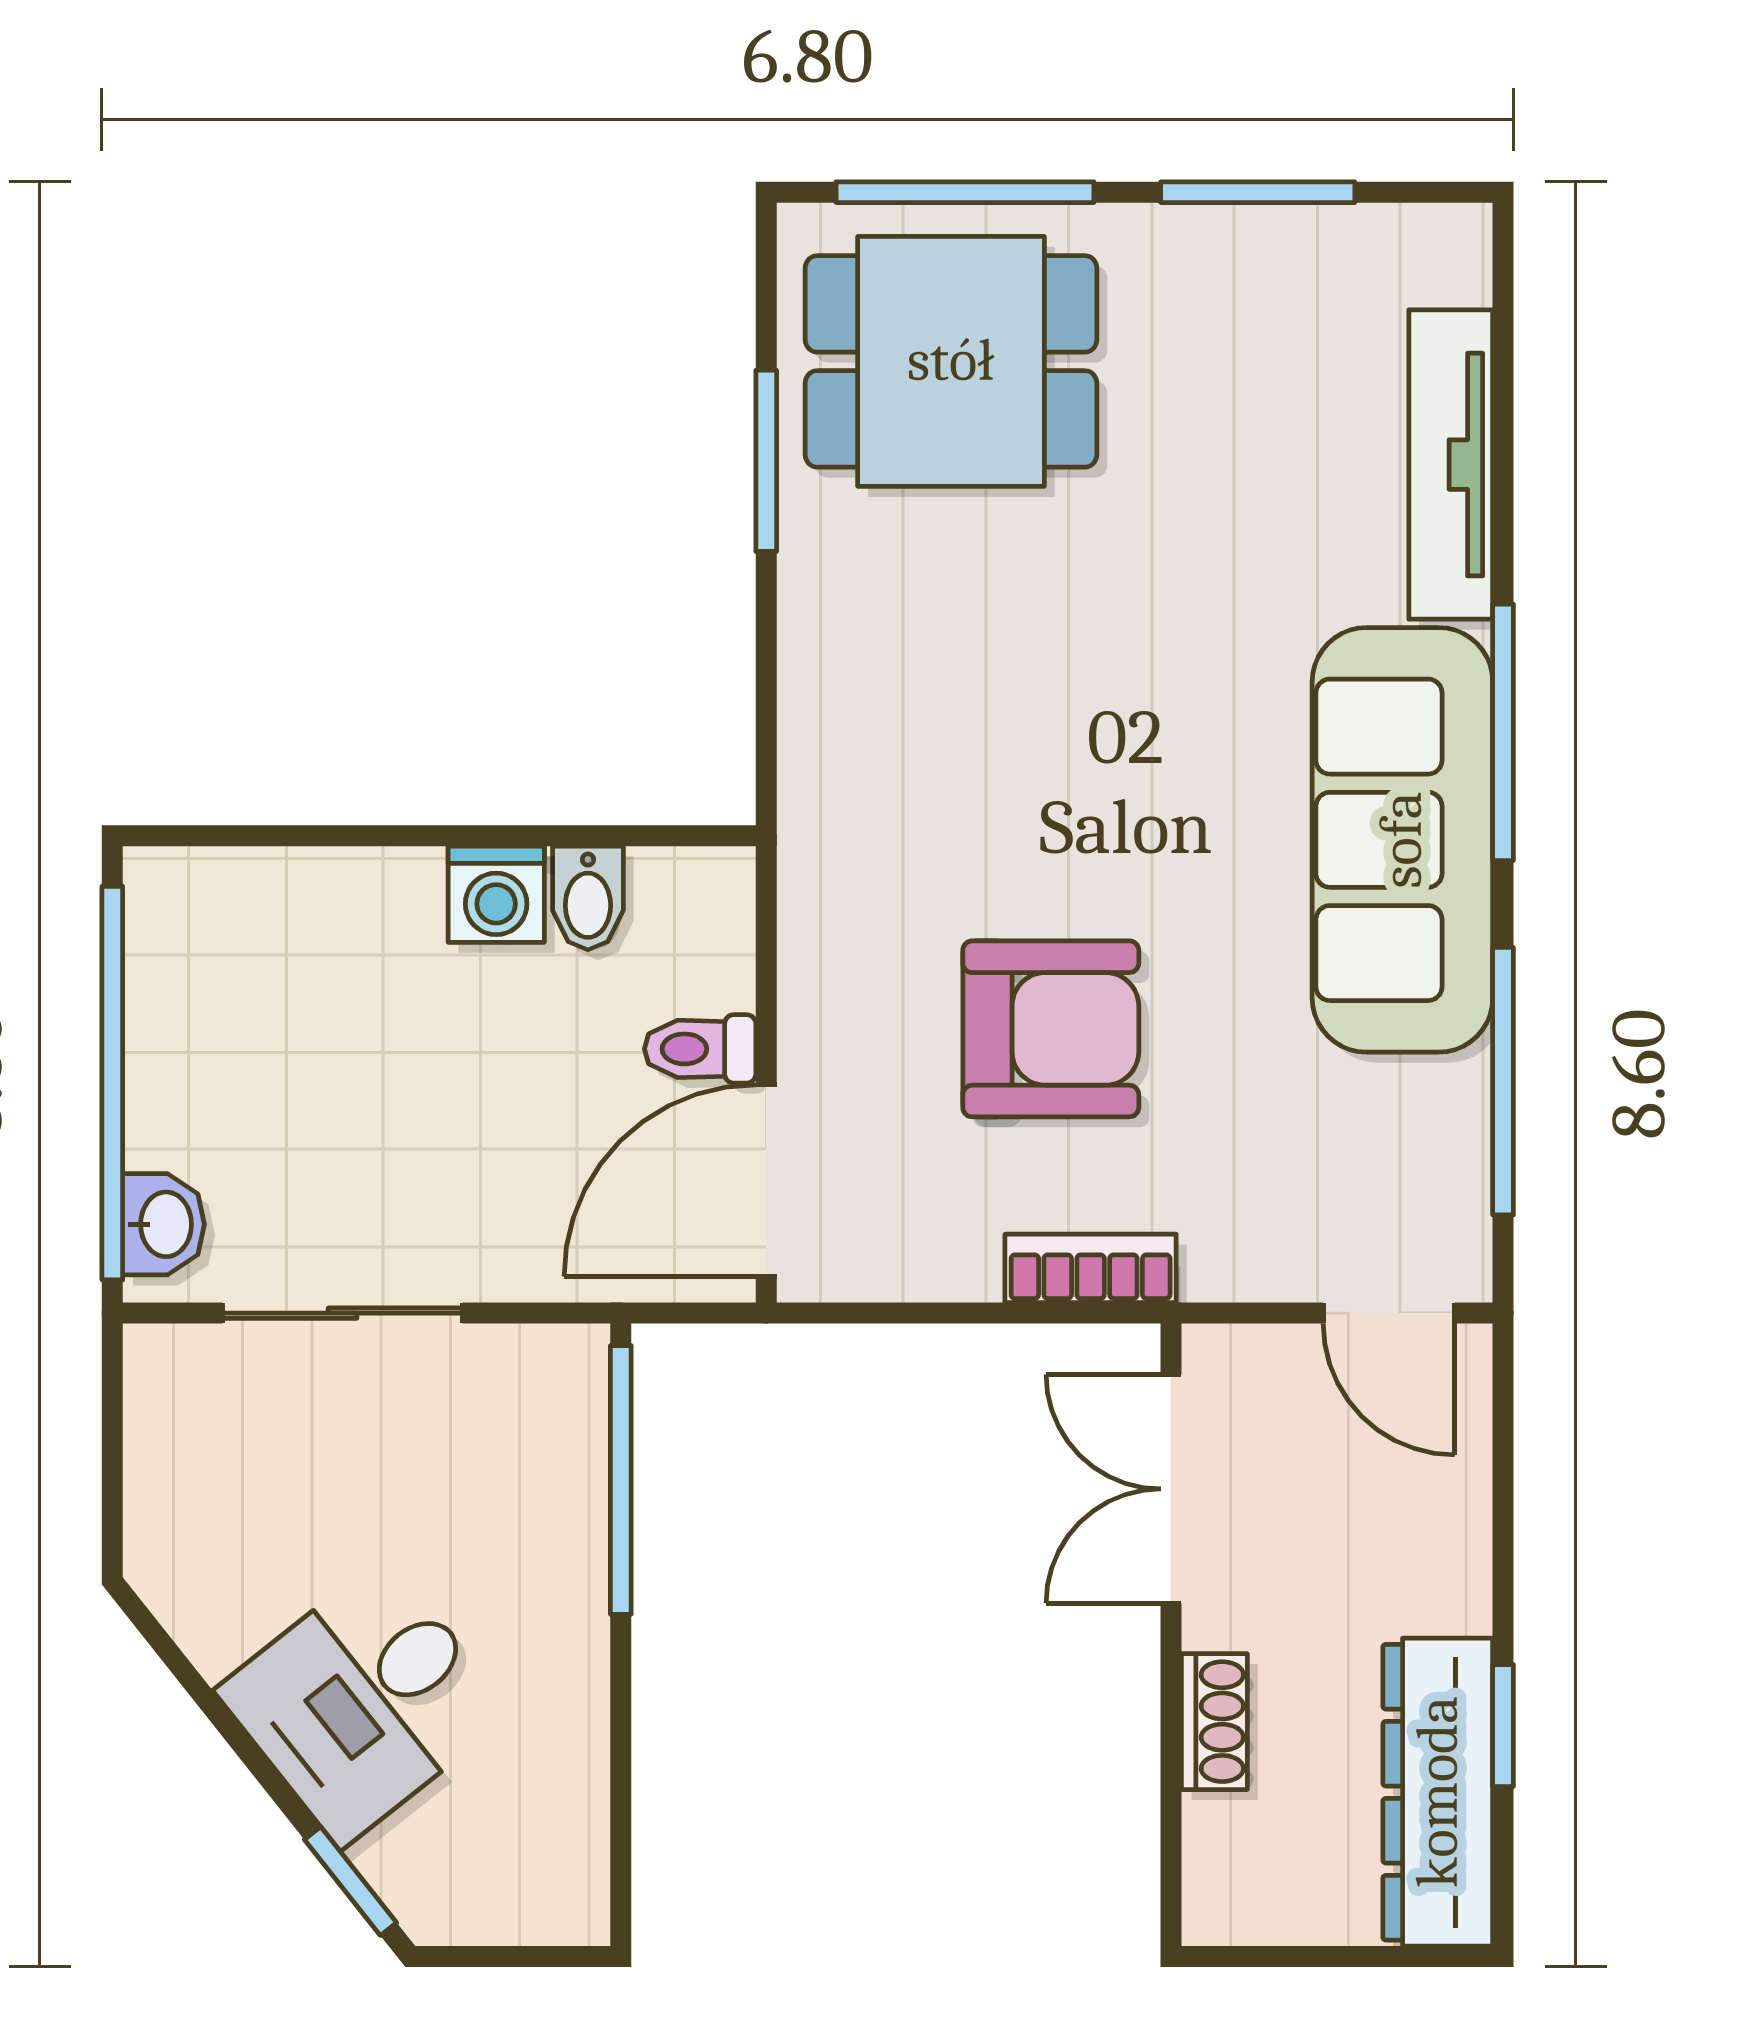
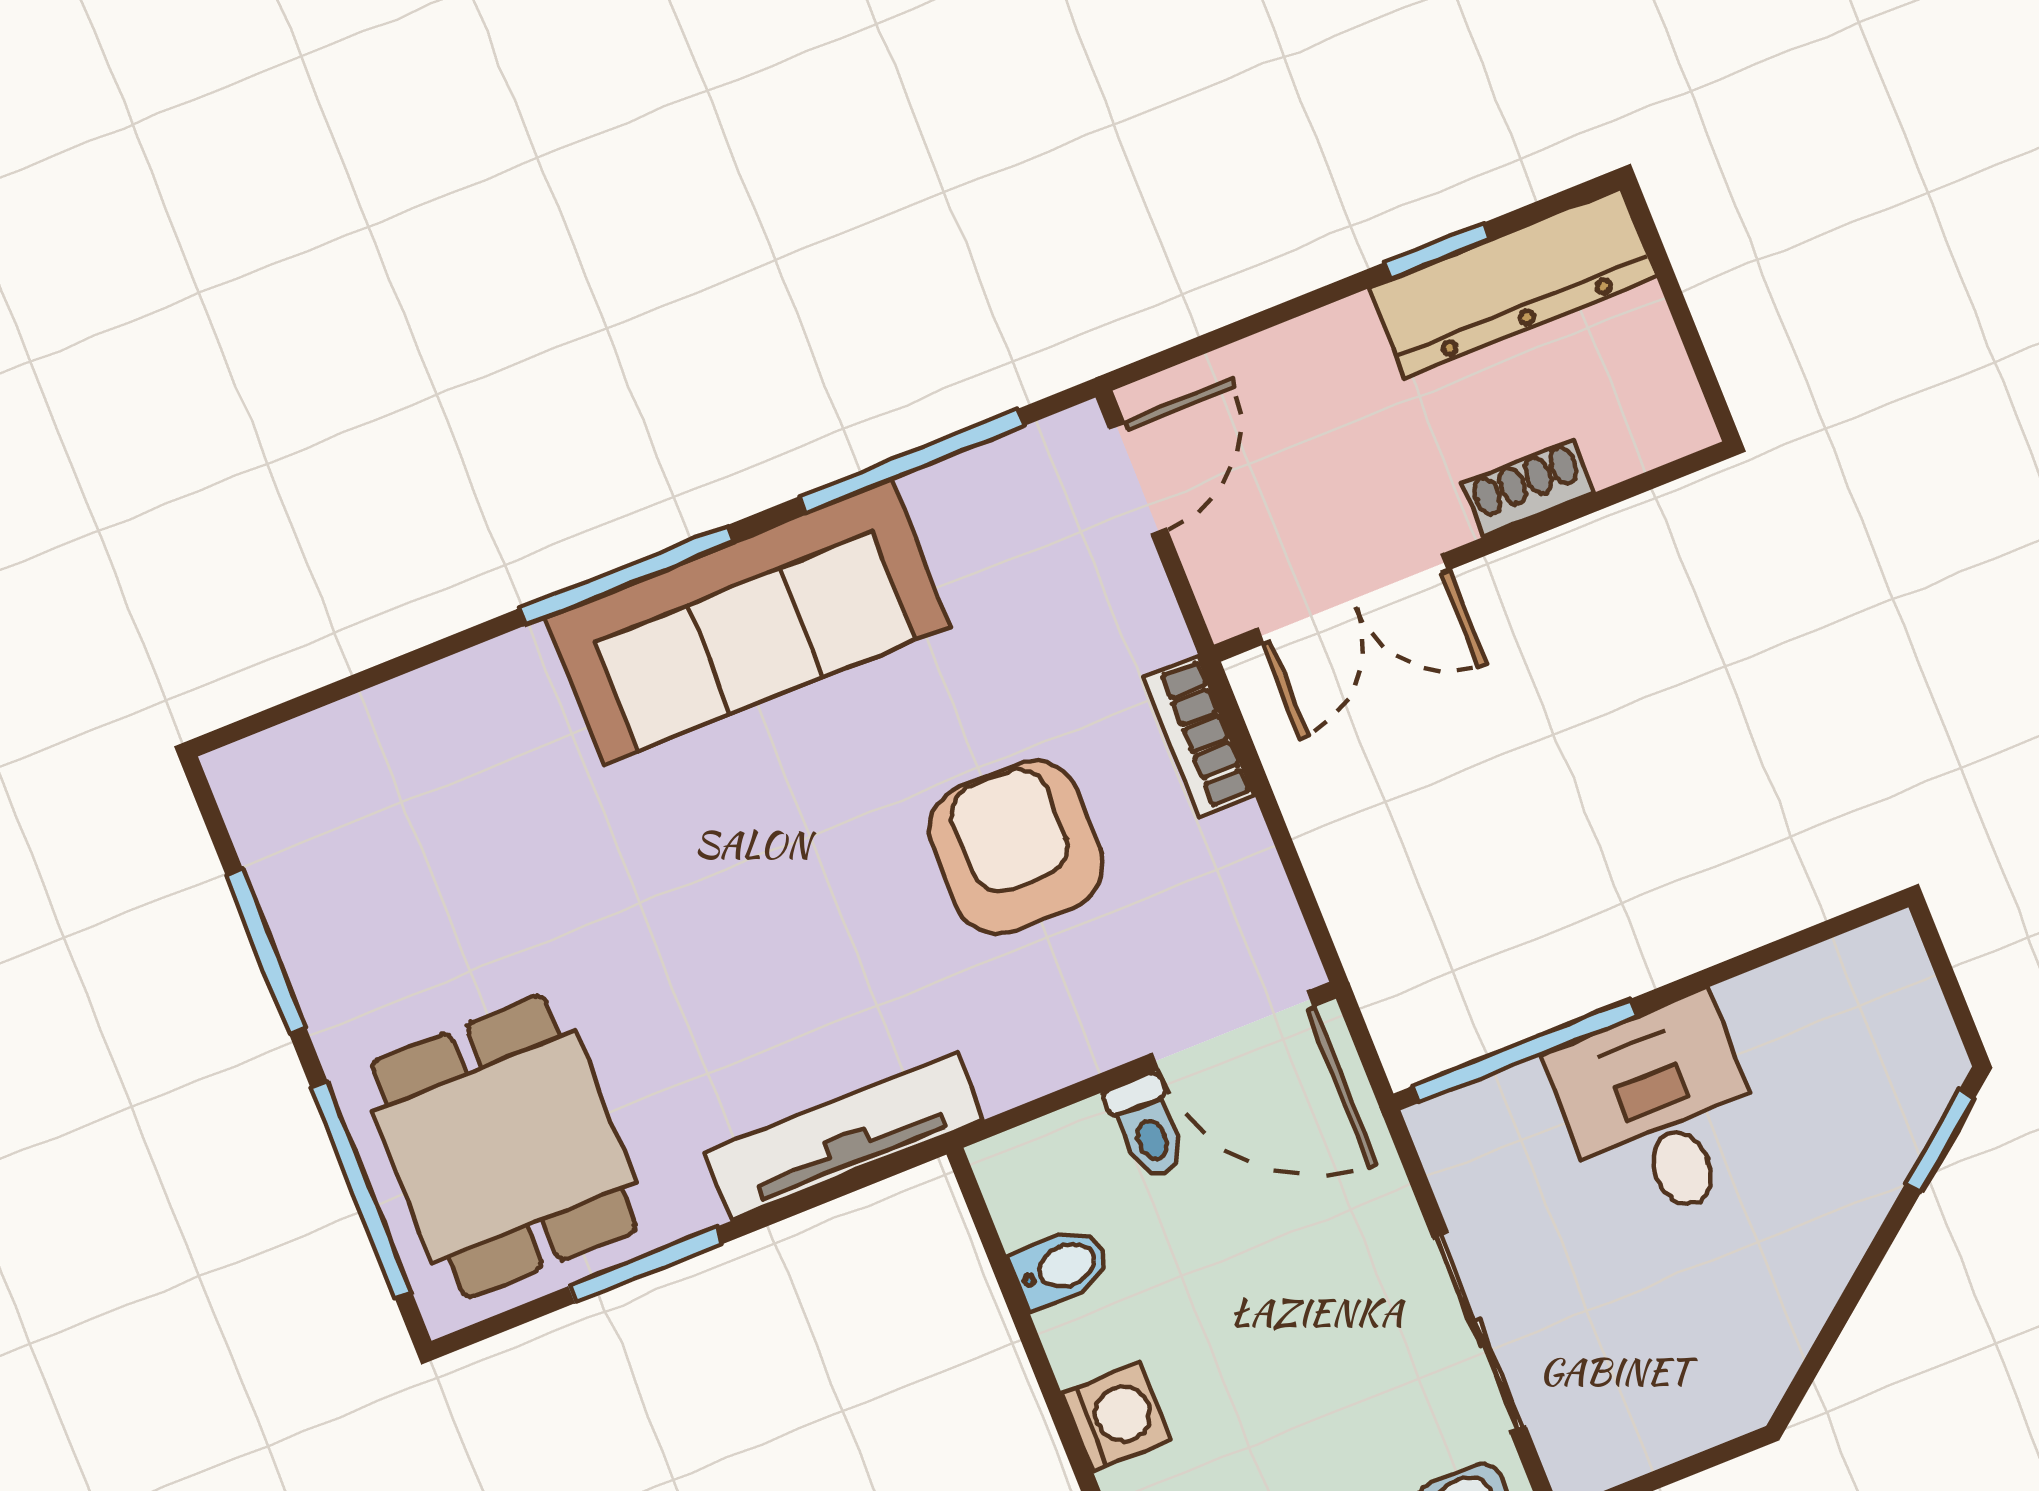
tv unit: (1451, 465) -> (844, 1136), moved, turned 180
washing machine: (496, 894) -> (1116, 1416), moved
desk: (363, 1702) -> (1659, 1112), moved, turned -142

